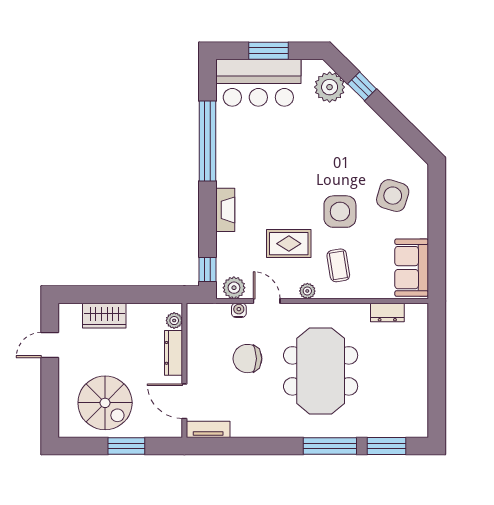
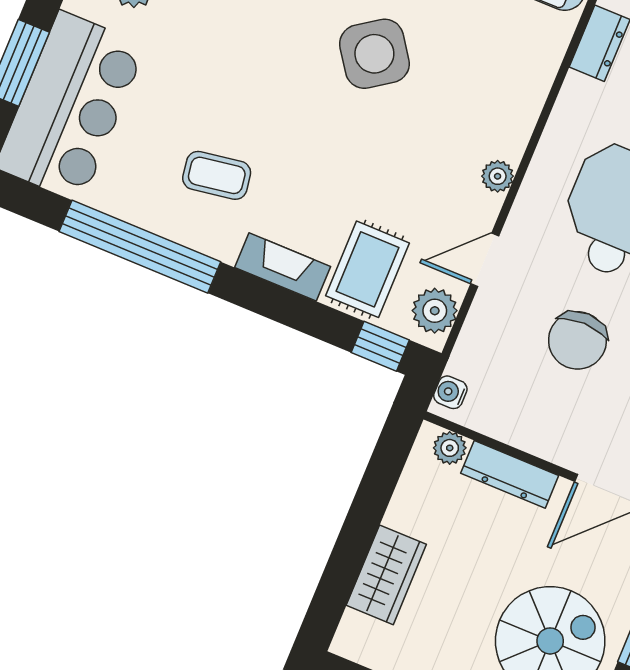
side table: (340, 212) -> (374, 54), turned -35
rug: (289, 244) -> (368, 269), moved
coffee table: (338, 265) -> (217, 175), moved
water cooler: (239, 310) -> (450, 392), moved

